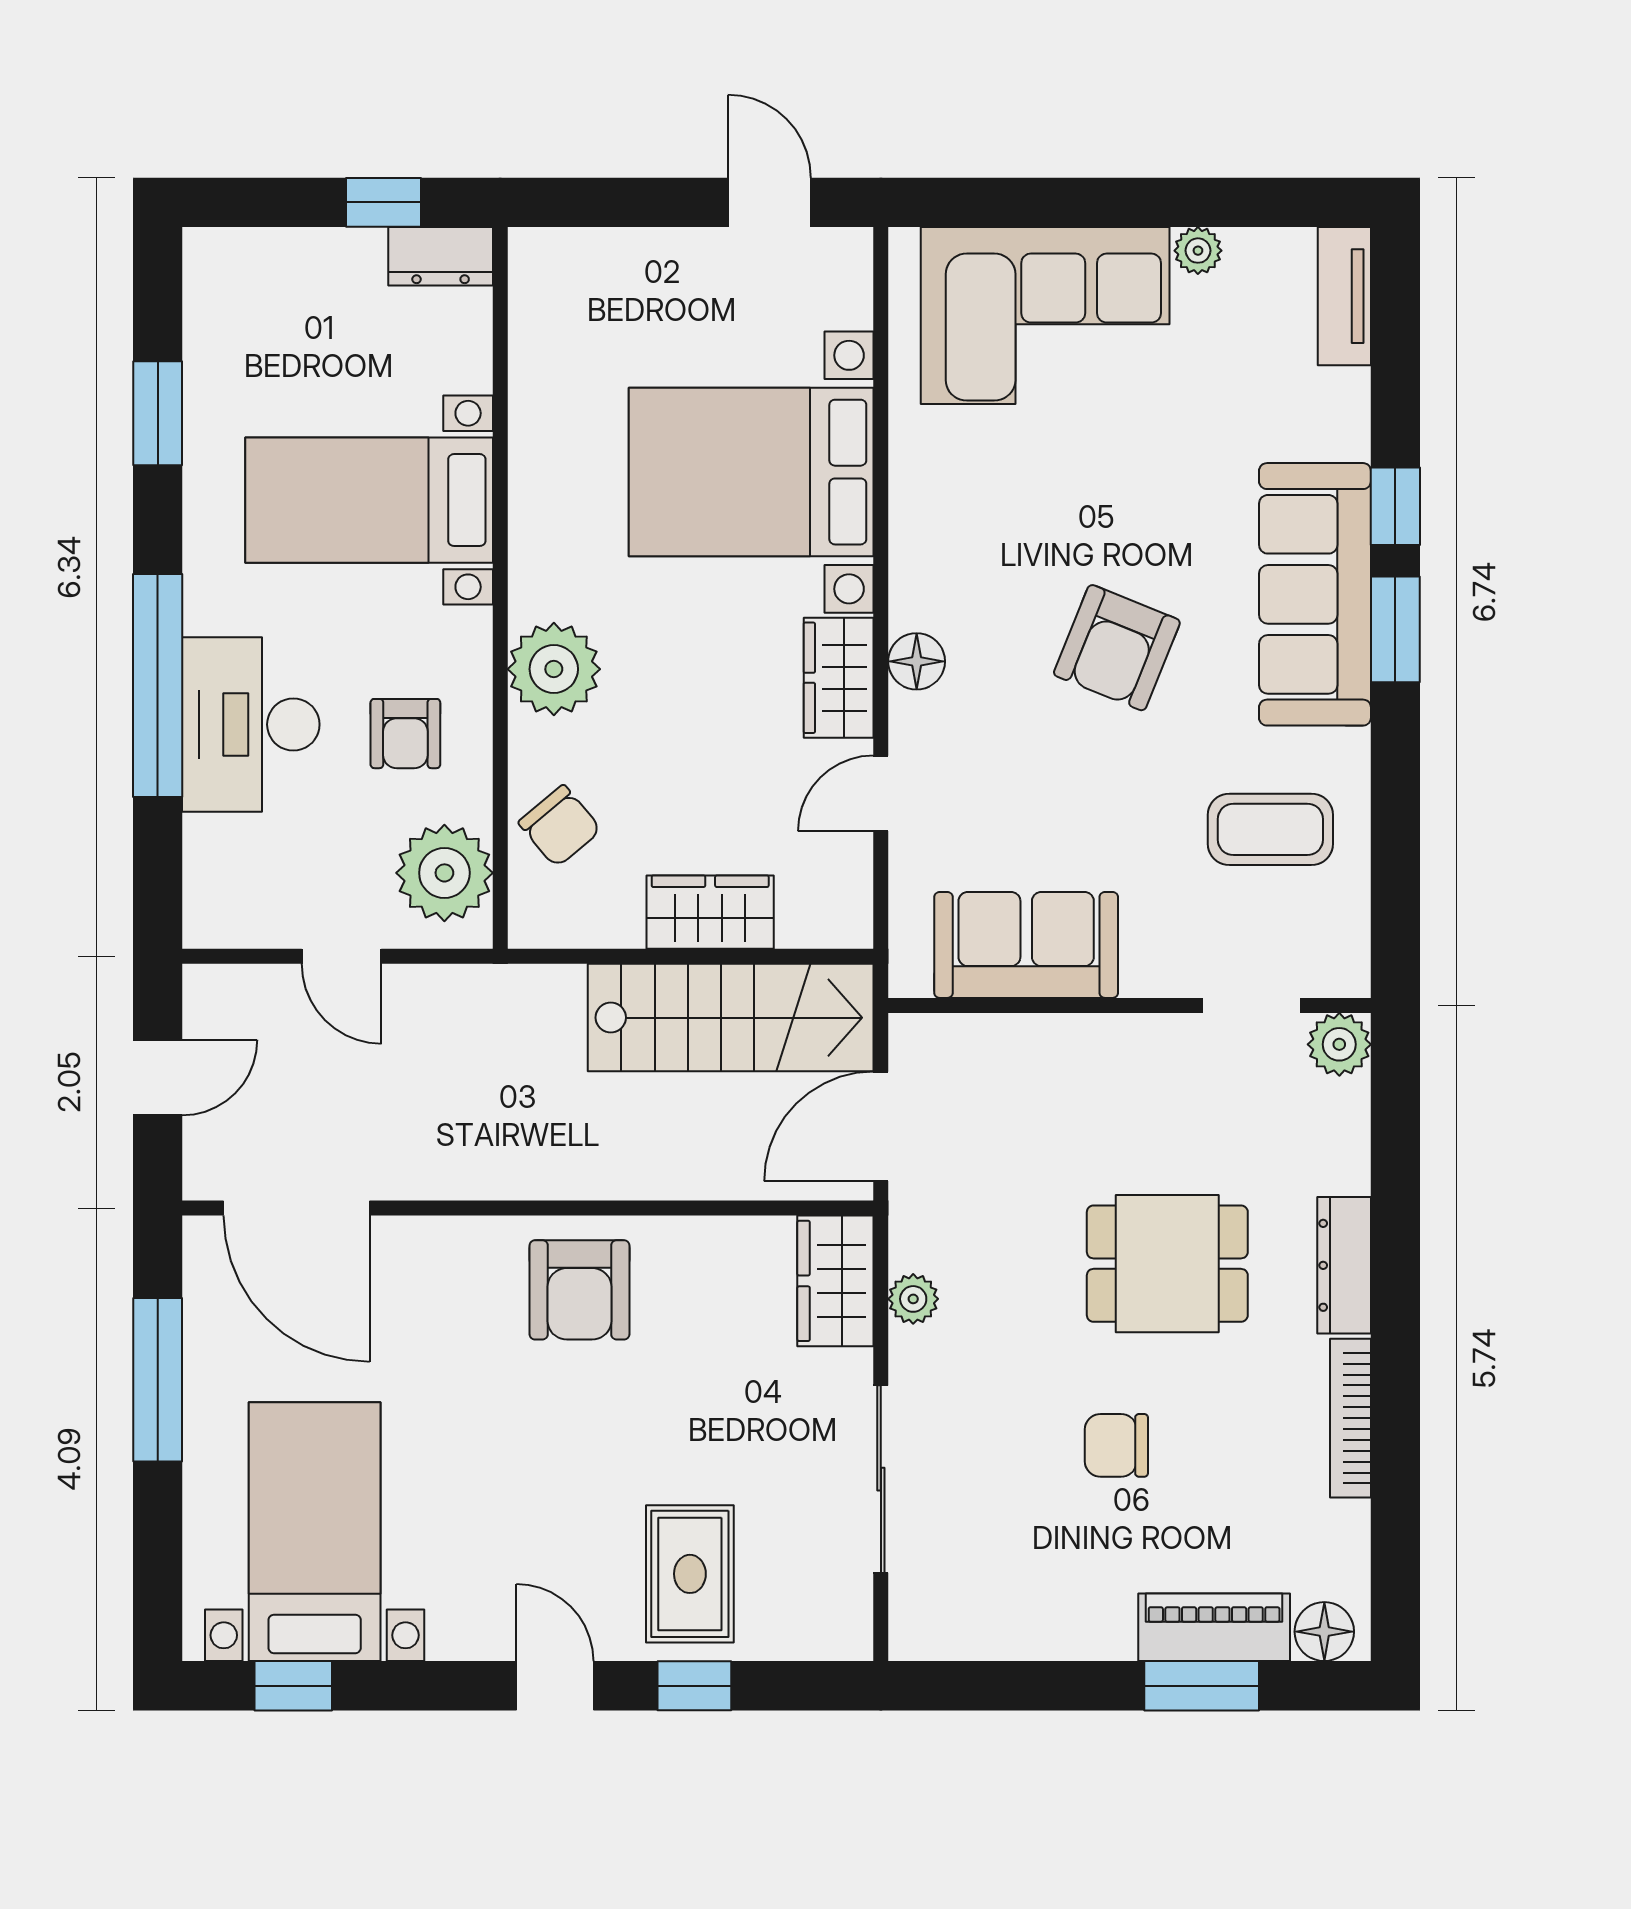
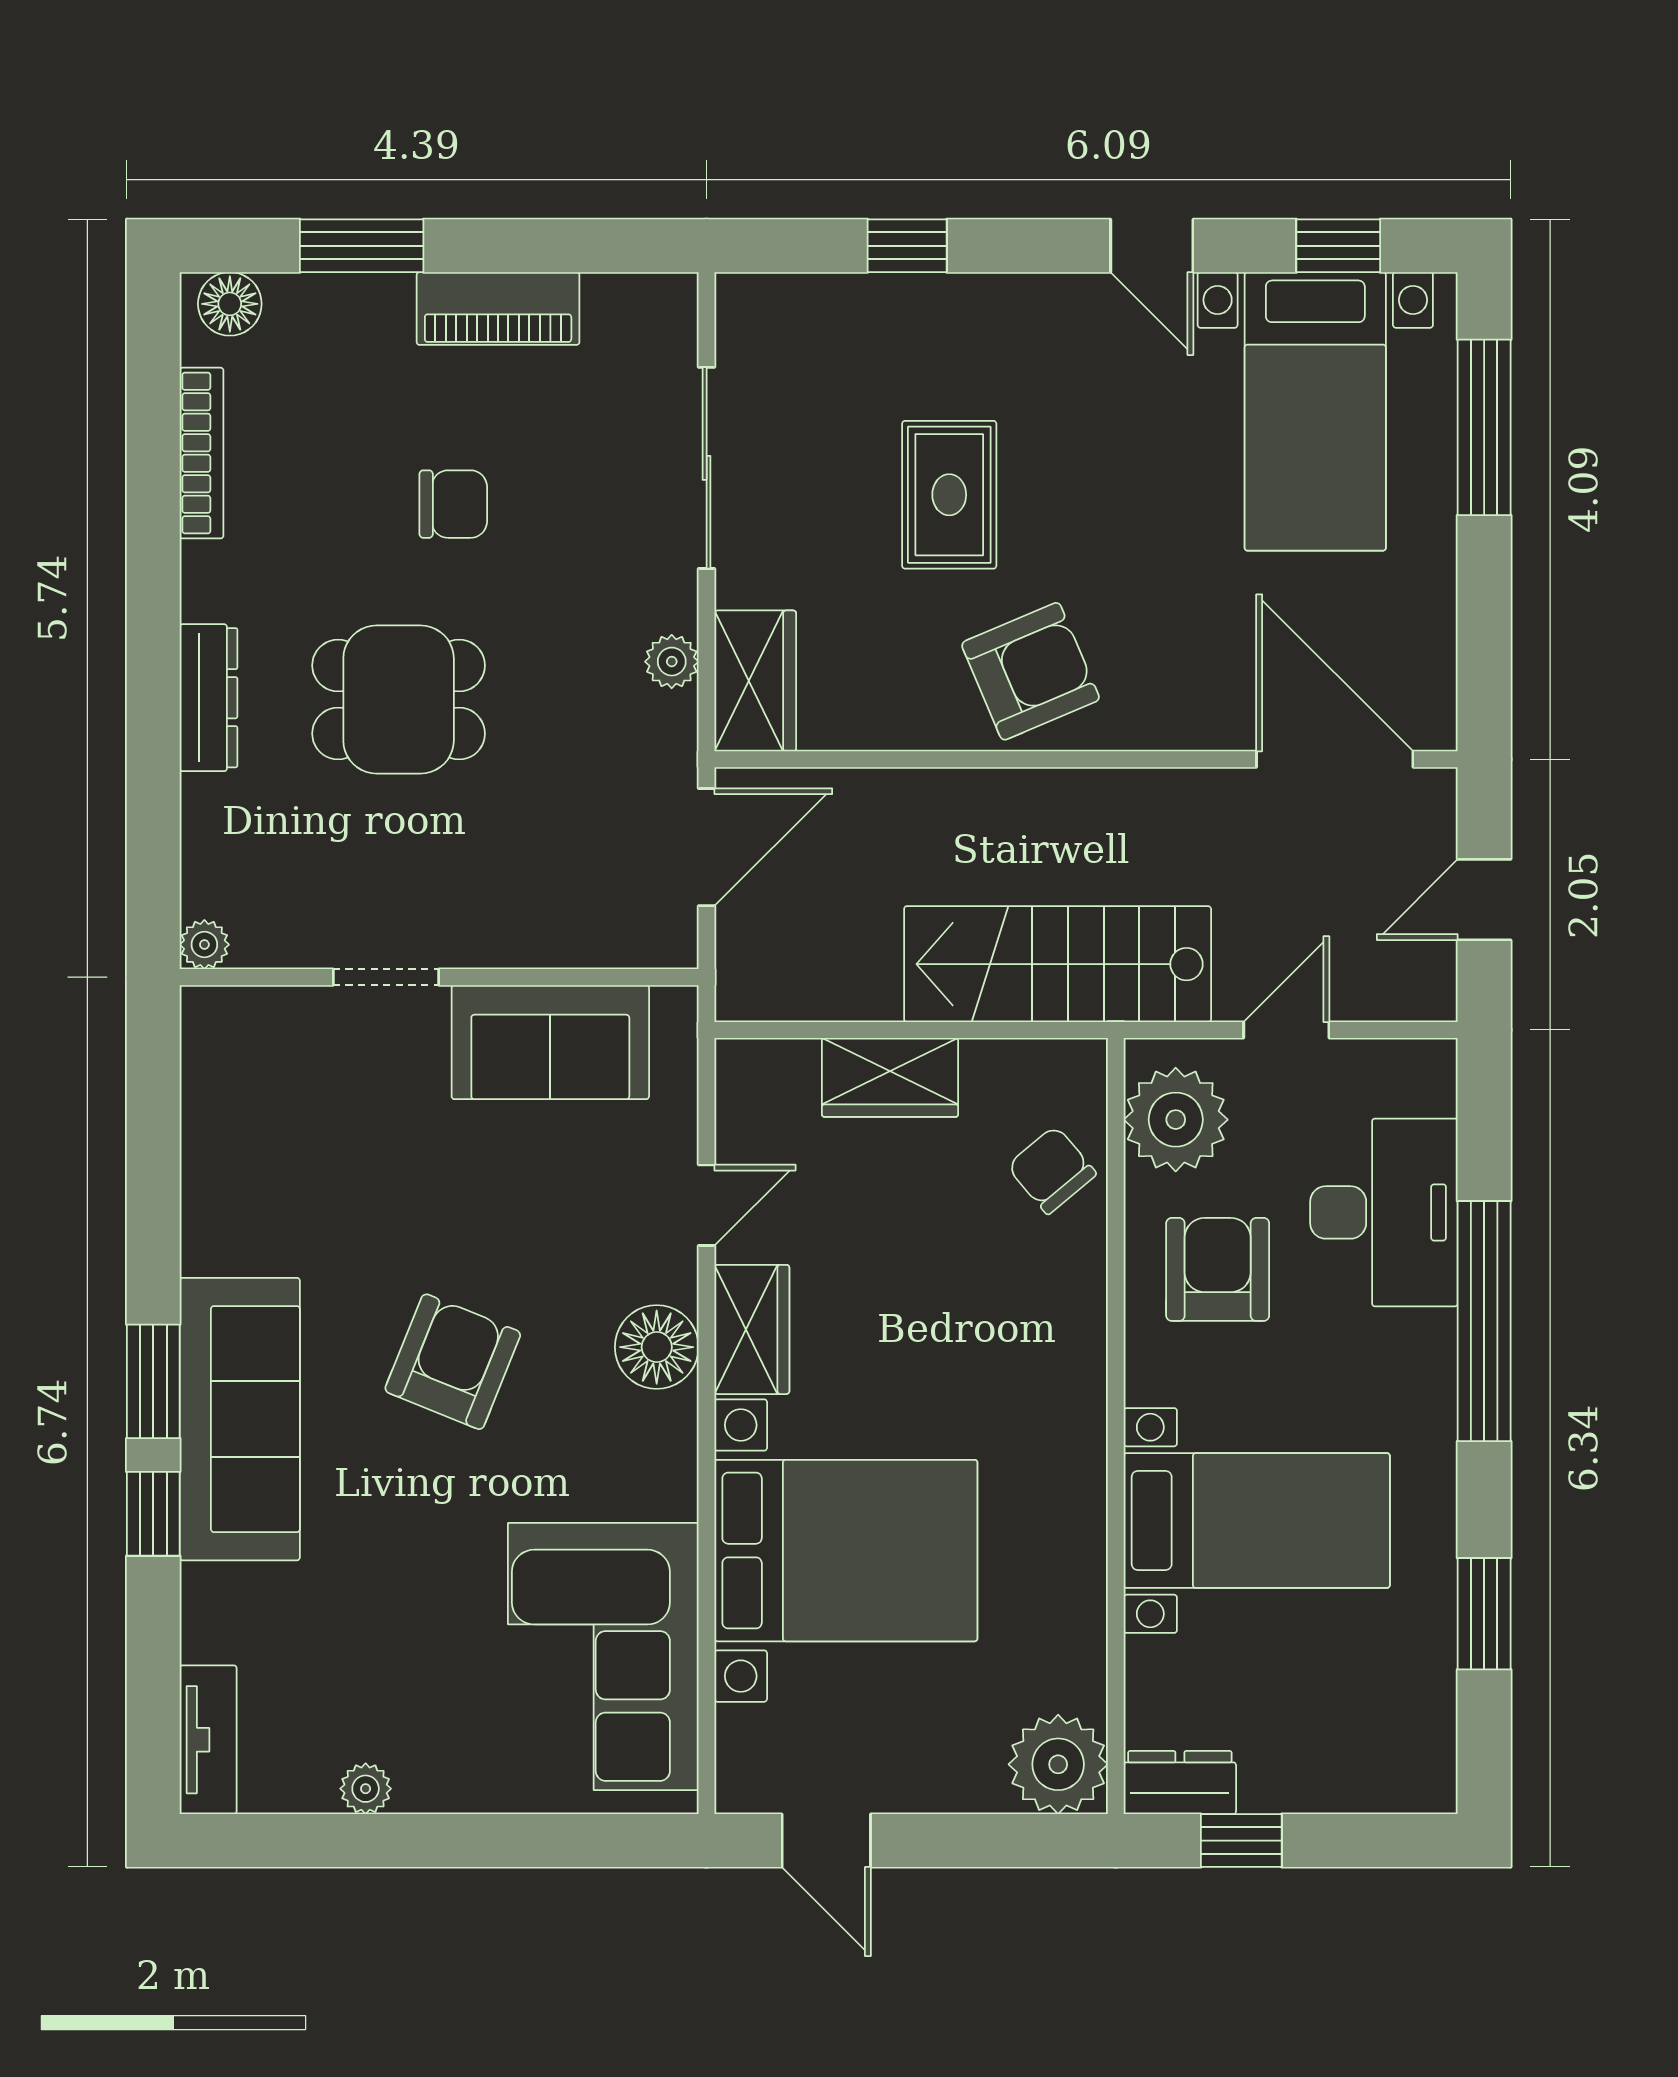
corner sofa: (1045, 316) -> (603, 1657), moved, turned -90
floor lamp: (917, 661) -> (657, 1347), width x1.38, depth x1.38
plant: (554, 669) -> (1058, 1764), moved
desk: (251, 724) -> (1384, 1212), moved
armchair: (405, 734) -> (1218, 1269), width x1.38, depth x1.38
coffee table: (1270, 829) -> (288, 1166), removed
door: (342, 956) -> (1286, 1030), hinge flipped
doorway: (1251, 1005) -> (386, 977), moved
stairs: (731, 1018) -> (1058, 964), moved
plant: (1339, 1044) -> (204, 945), width x0.73, depth x0.73
armchair: (579, 1290) -> (1031, 671), turned 67
window: (158, 1380) -> (1484, 427), moved
bookcase: (1350, 1418) -> (202, 453), moved
rug: (690, 1574) -> (949, 495), moved
piano: (1214, 1627) -> (498, 309), moved
door: (555, 1686) -> (1152, 246), moved

